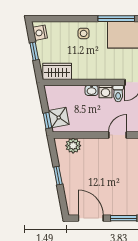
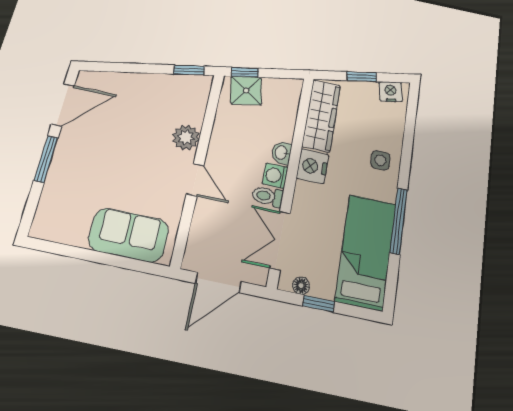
wardrobe: (57, 71) -> (321, 116), width x1.50
nightstand: (96, 72) -> (312, 166), added
plant: (73, 146) -> (186, 137), moved
window: (58, 176) -> (189, 70), moved

